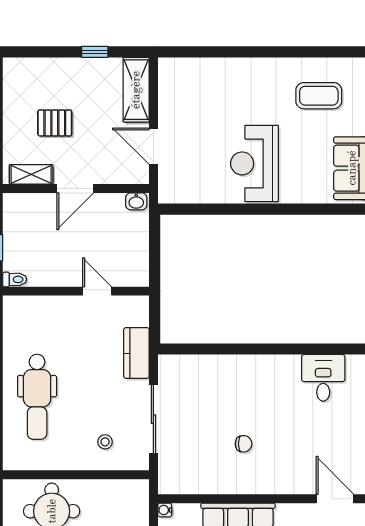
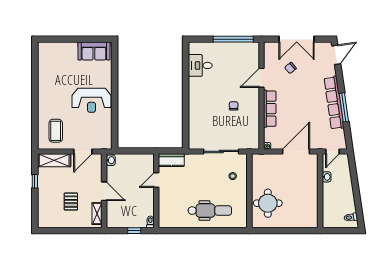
coffee table: (319, 96) -> (56, 131), moved
kitchen counter: (136, 353) -> (171, 160), moved
door: (335, 499) -> (261, 78), moved

